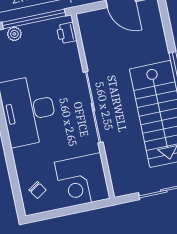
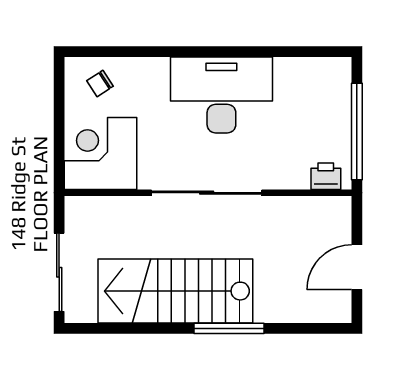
plant: (14, 34) -> (341, 98), removed

